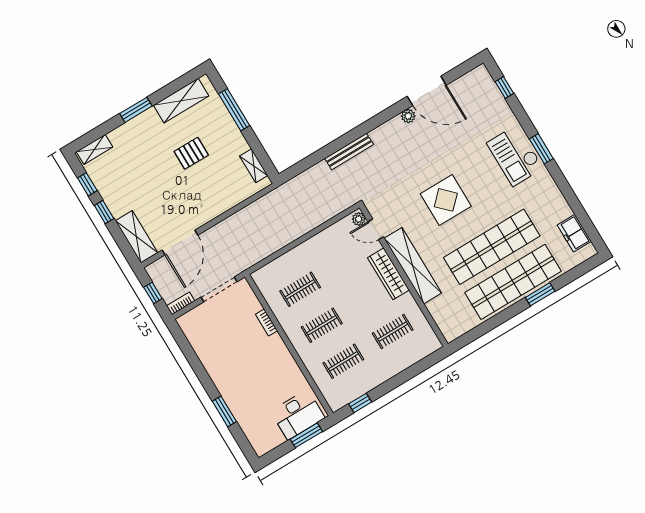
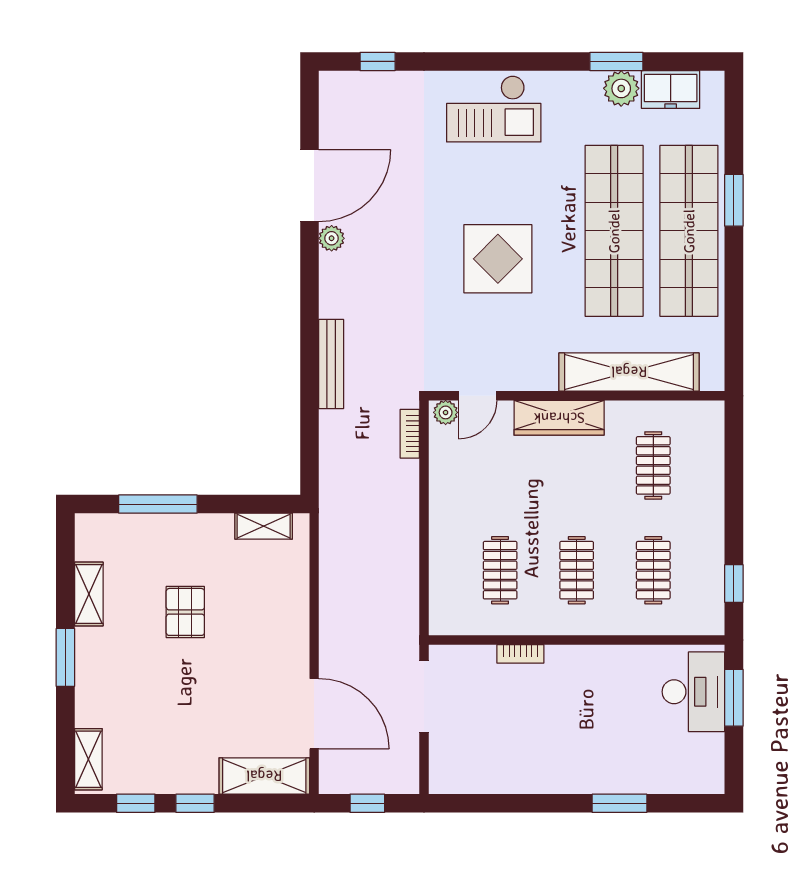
shelving: (181, 101) -> (89, 594), width x0.67, depth x0.75
window: (541, 149) -> (616, 61), moved
plant: (561, 210) -> (621, 88), added
shelving: (413, 266) -> (629, 372), moved
bookcase: (181, 303) -> (410, 434), moved

